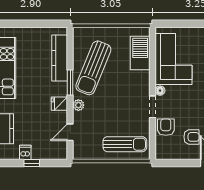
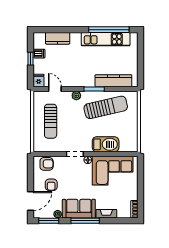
barbecue: (140, 53) -> (106, 144), moved
sun lounger: (93, 68) -> (106, 107), turned 145
fridge: (59, 104) -> (39, 80), moved
armchair: (166, 127) -> (47, 164), moved
sun lounger: (125, 144) -> (51, 121), moved

